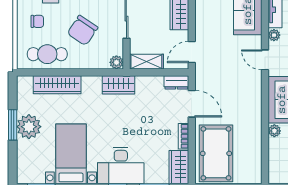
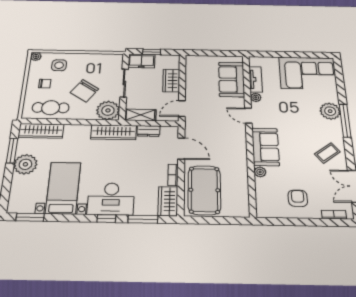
plant: (116, 62) -> (108, 110), width x1.88, depth x1.88
dresser: (176, 82) -> (149, 131), moved
wardrobe: (57, 85) -> (41, 131), moved
wardrobe: (118, 85) -> (114, 132), width x1.50
window: (13, 125) -> (12, 151), moved

